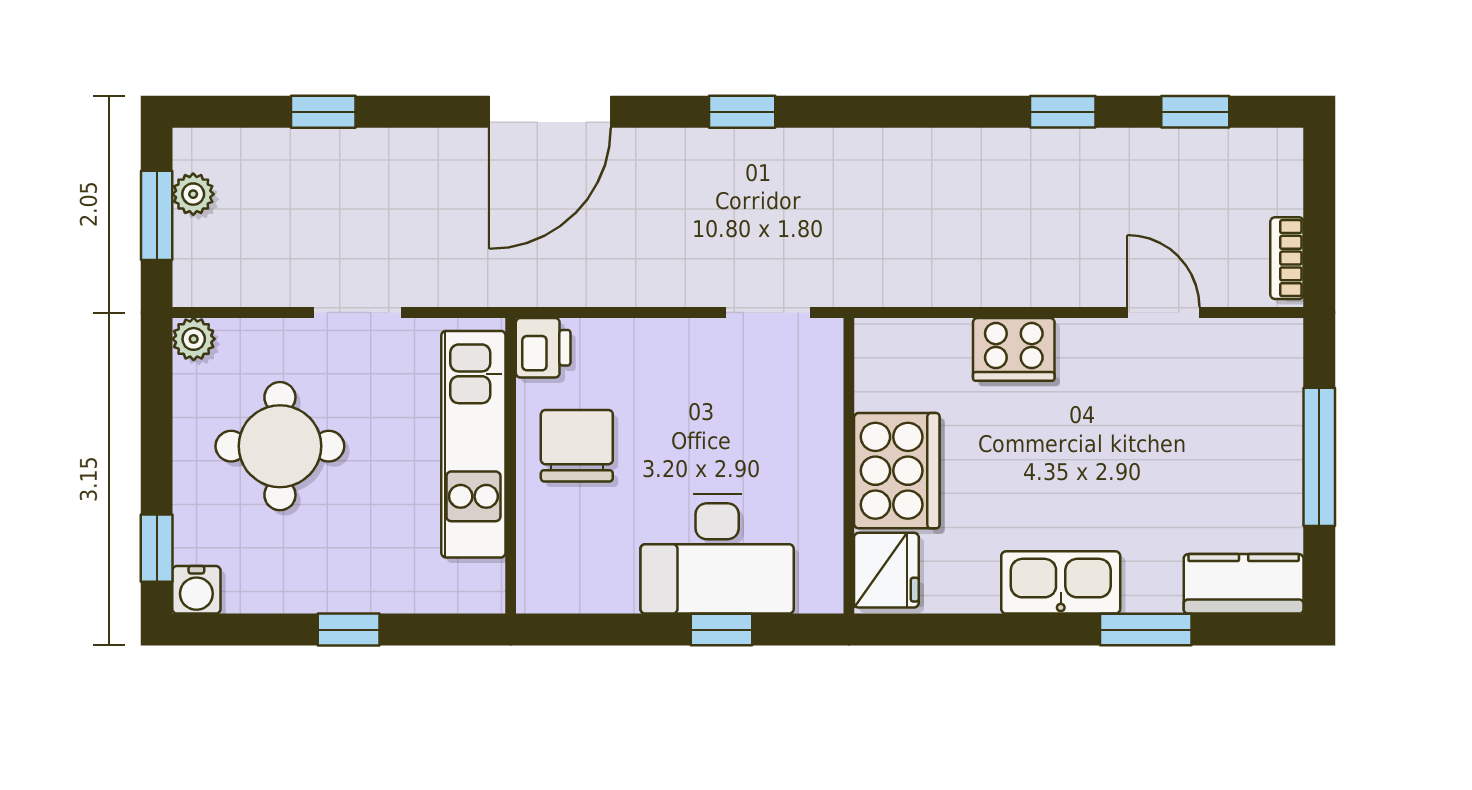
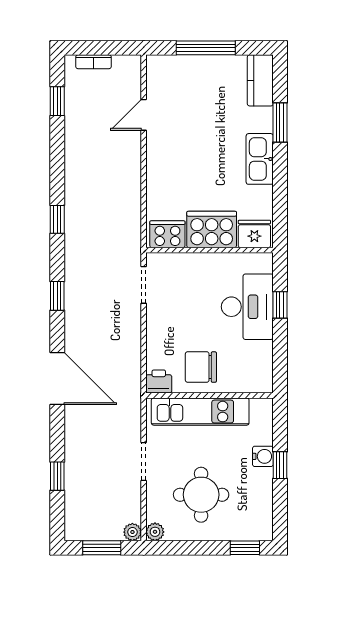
window: (1063, 112) -> (57, 219), moved
plant: (193, 194) -> (132, 532), moved
bookcase: (1287, 258) -> (94, 62), moved
cooker: (1014, 349) -> (167, 234), moved, turned -90
water cooler: (196, 590) -> (263, 456), moved

